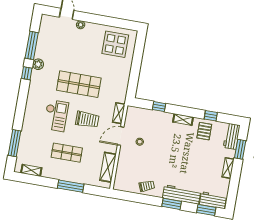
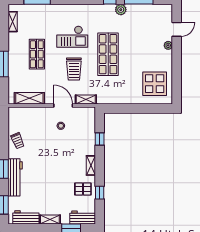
workbench: (213, 200) -> (26, 217), moved, turned -90

